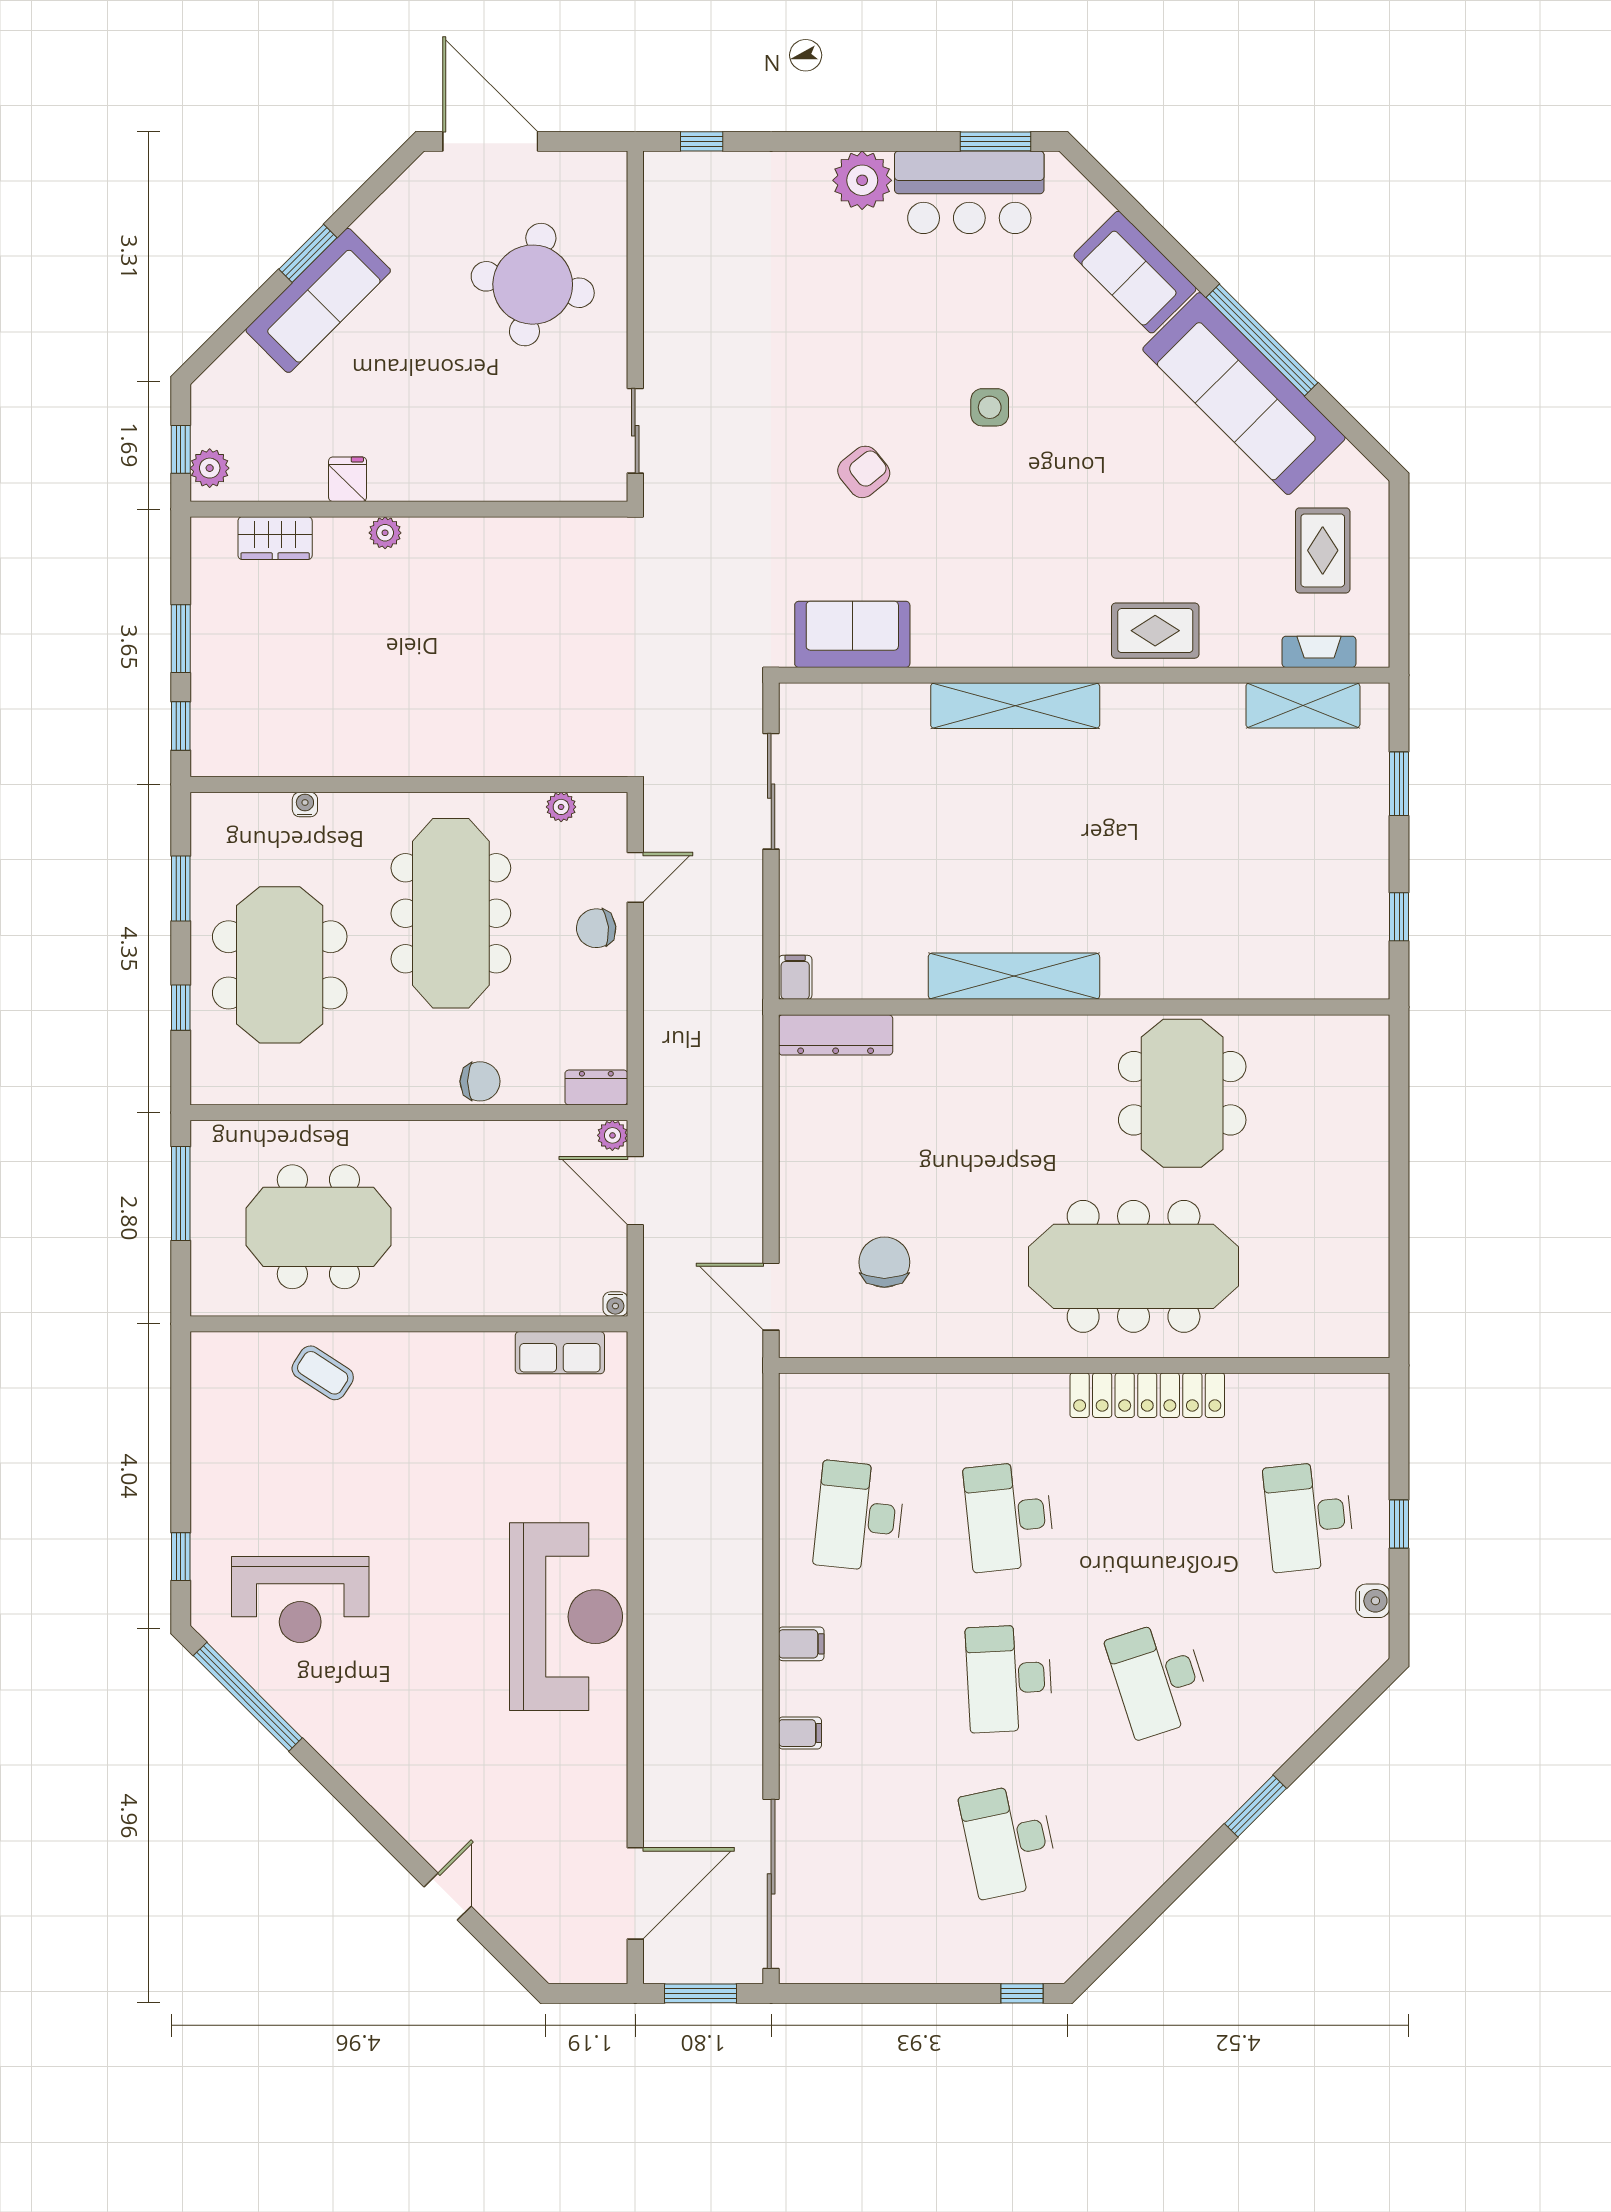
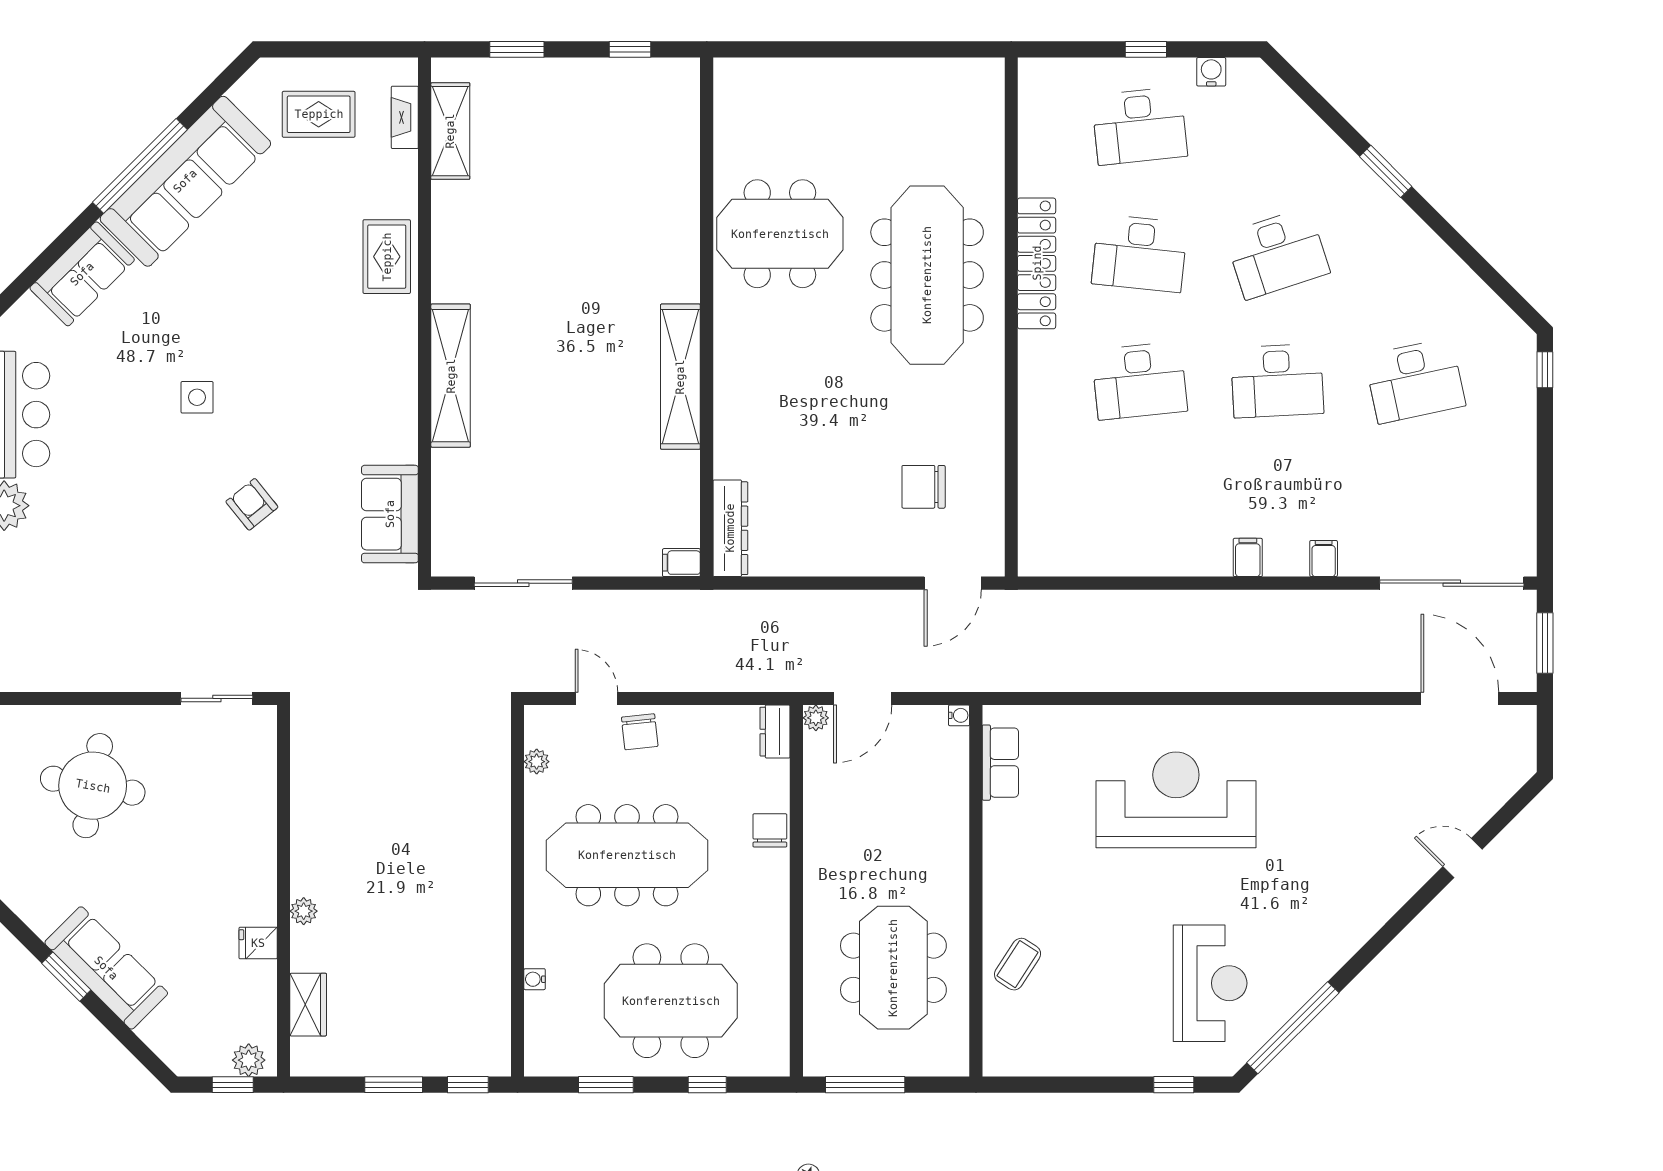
desk: (859, 1516) -> (1140, 253), moved
reception desk: (566, 1617) -> (1176, 800), moved

